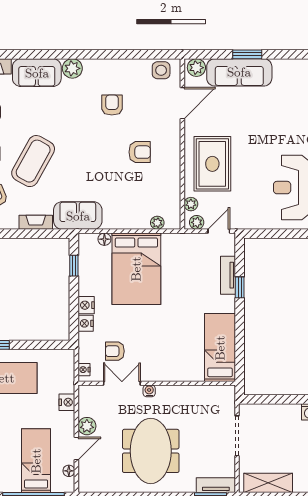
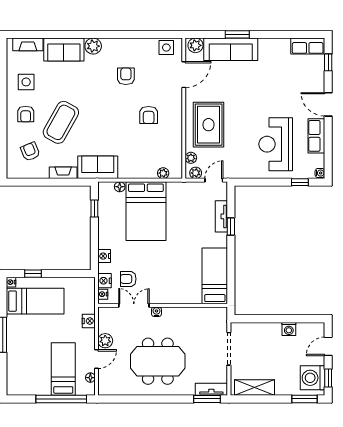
armchair: (140, 152) -> (149, 115), turned 90
nightstand: (86, 305) -> (105, 281), moved
meeting table: (151, 451) -> (158, 361), turned 90

